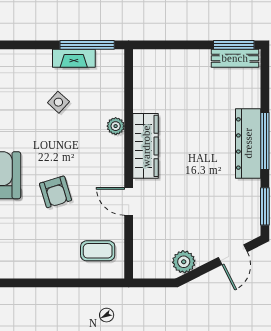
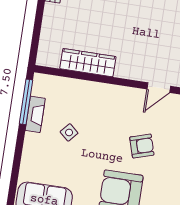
plant: (116, 126) -> (96, 89), removed
wardrobe: (146, 146) -> (88, 63), moved

